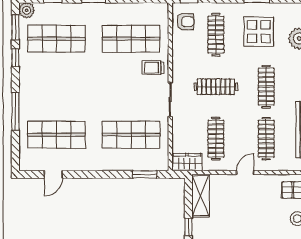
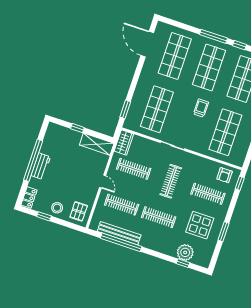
trolley: (153, 68) -> (201, 108), moved
shop shelf: (56, 87) -> (209, 67), added
window: (15, 111) -> (213, 36), moved
door: (53, 174) -> (147, 44), width x1.87

